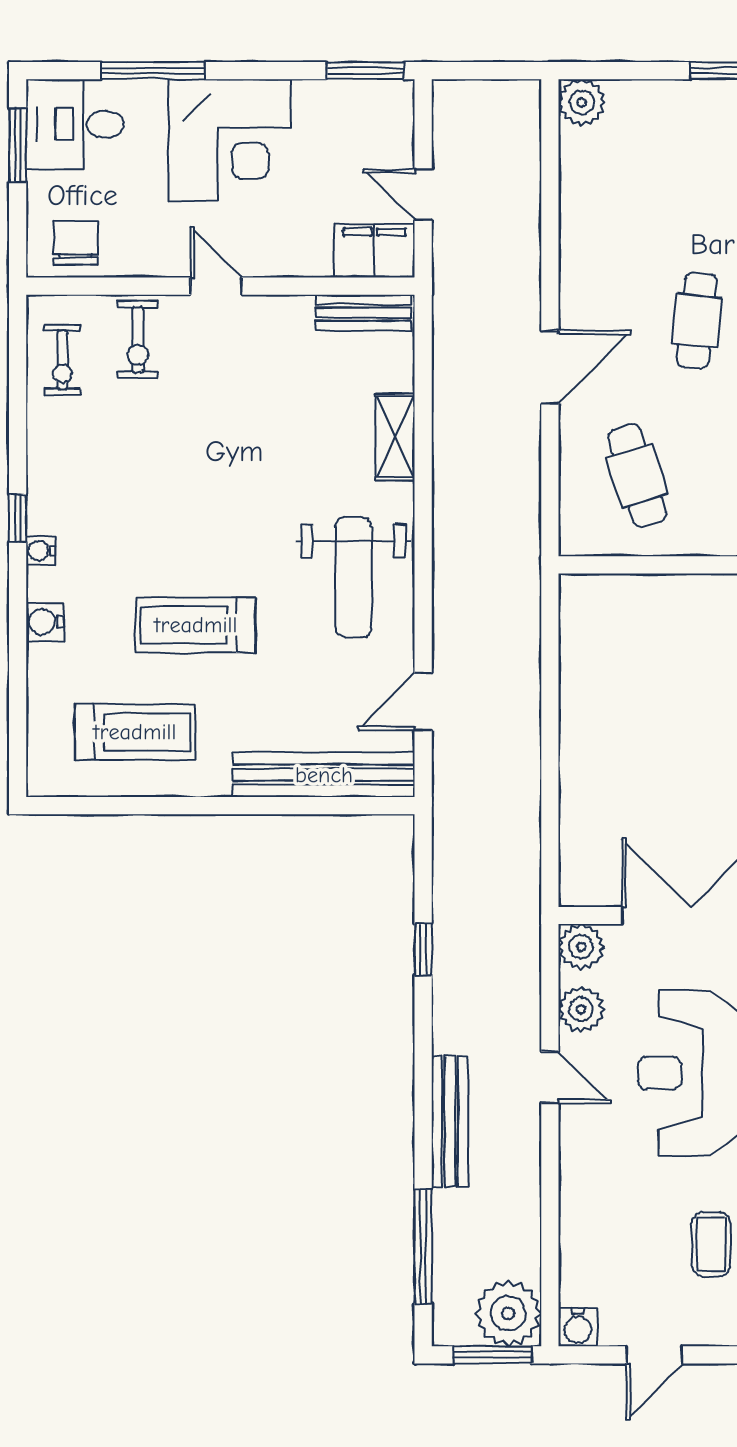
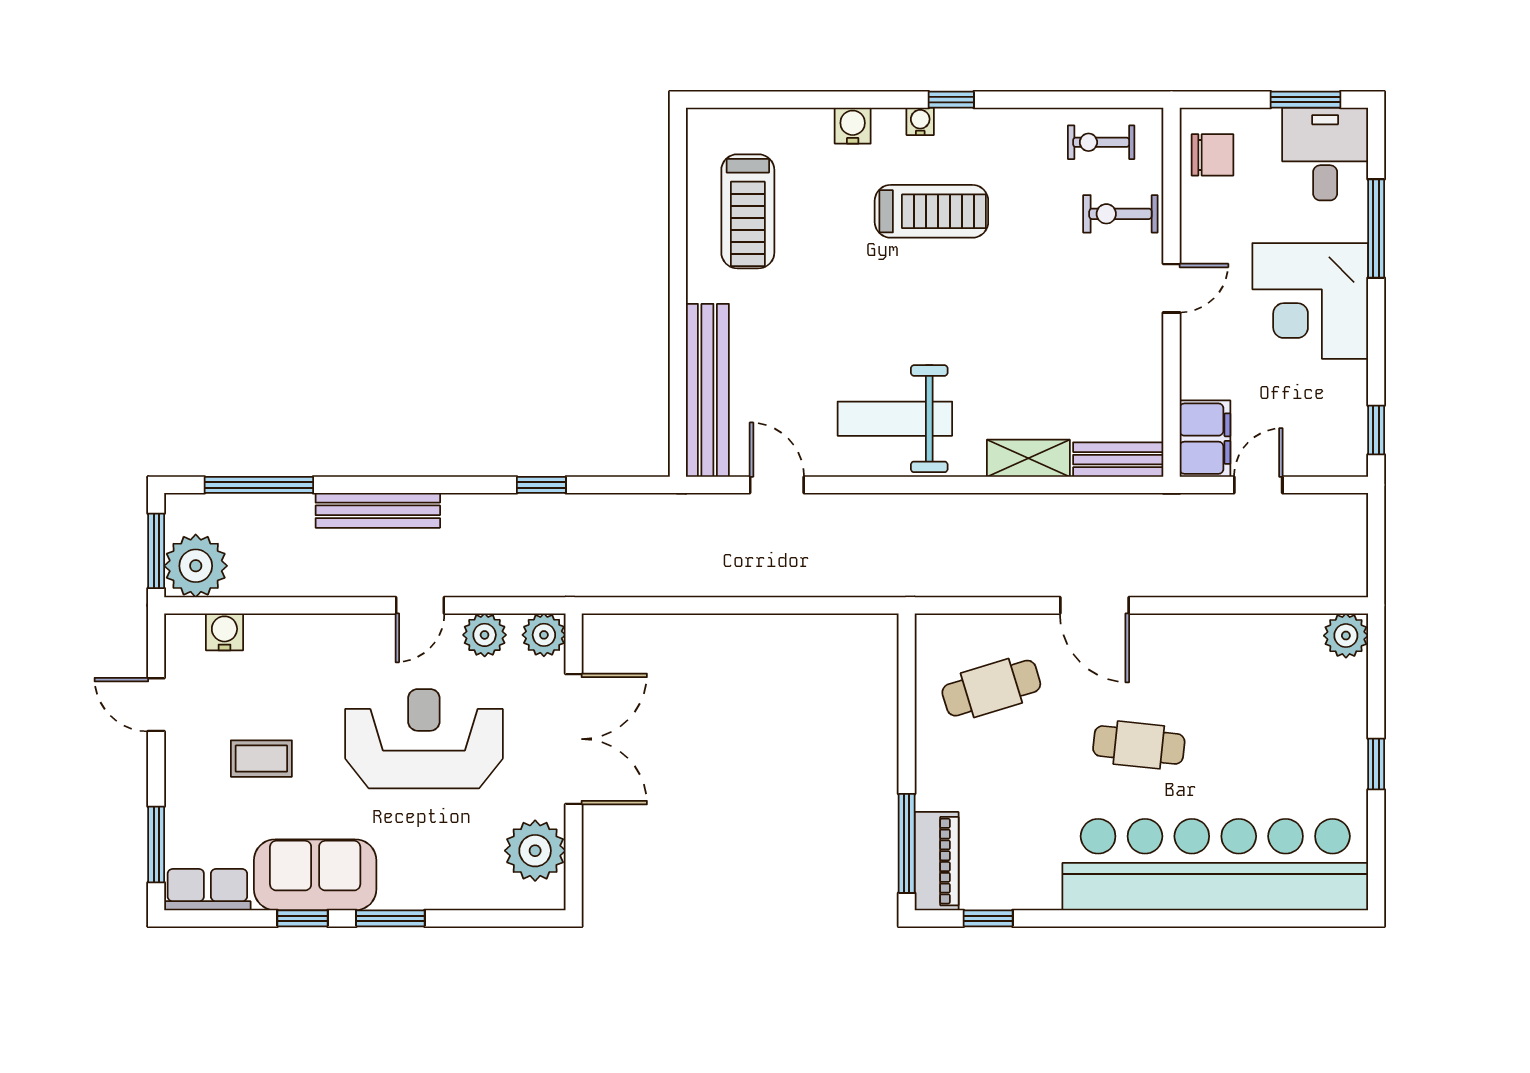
window: (365, 71) -> (1376, 430), width x0.67
bench: (363, 313) -> (1118, 460), moved, turned 90
treadmill: (196, 625) -> (931, 211), moved, turned 90
water cooler: (578, 1327) -> (224, 632), moved, turned 90

